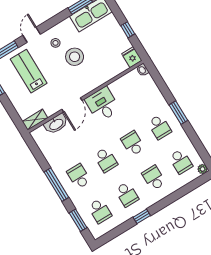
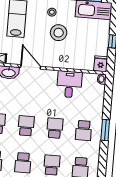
desk: (102, 104) -> (69, 84), moved
door: (72, 105) -> (31, 67), swing flipped
school desk: (106, 160) -> (26, 126), turned 180

